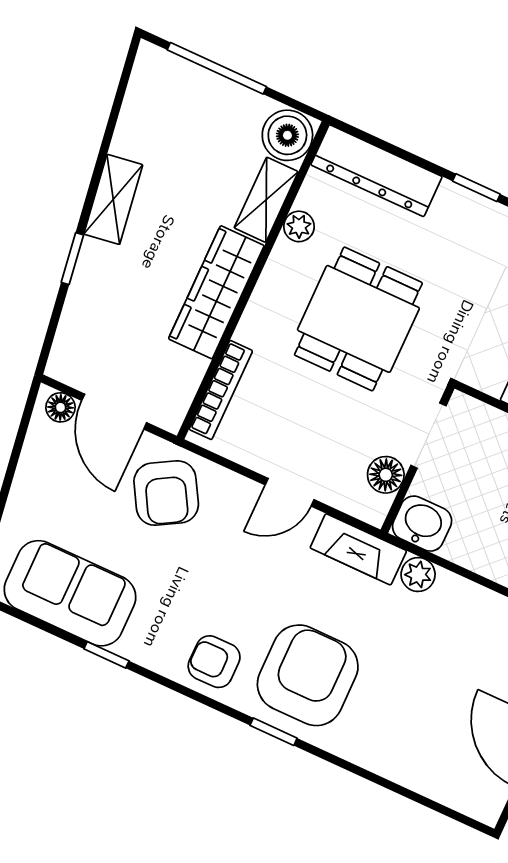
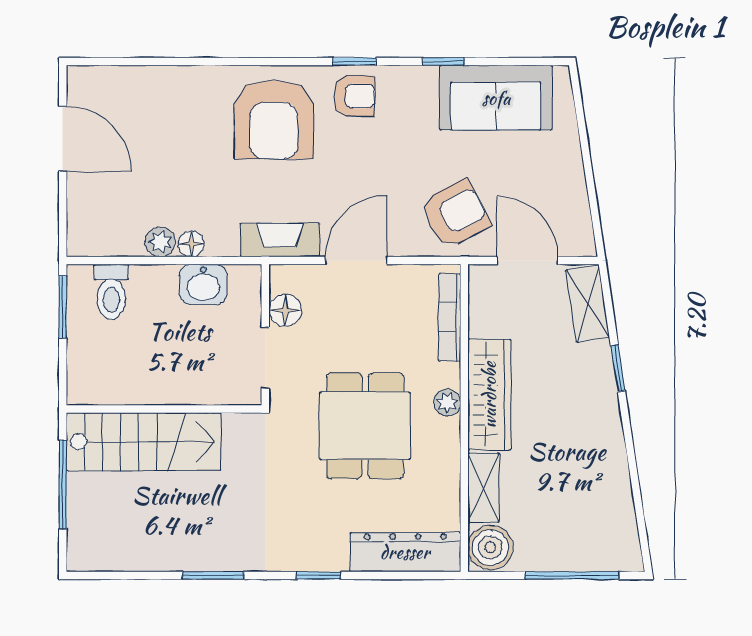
shelving: (113, 199) -> (588, 304), moved
plant: (299, 226) -> (447, 403), moved
floor lamp: (61, 407) -> (191, 244), moved
door: (290, 492) -> (356, 261), width x1.38
armchair: (166, 493) -> (455, 214), turned 93
washbasin: (422, 524) -> (203, 284), moved
plant: (418, 574) -> (160, 242), moved
window: (274, 732) -> (355, 61), moved

